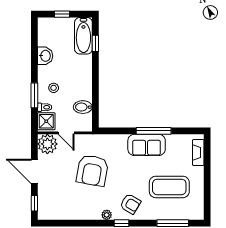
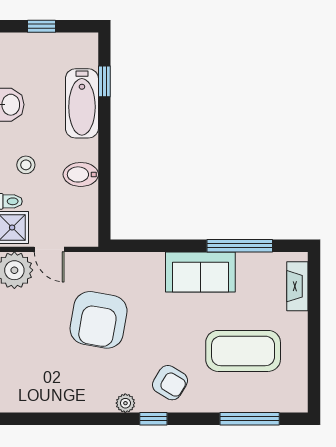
bathtub: (83, 36) -> (82, 103), moved
bidet: (83, 107) -> (81, 174), moved
window: (154, 131) -> (240, 246), moved

